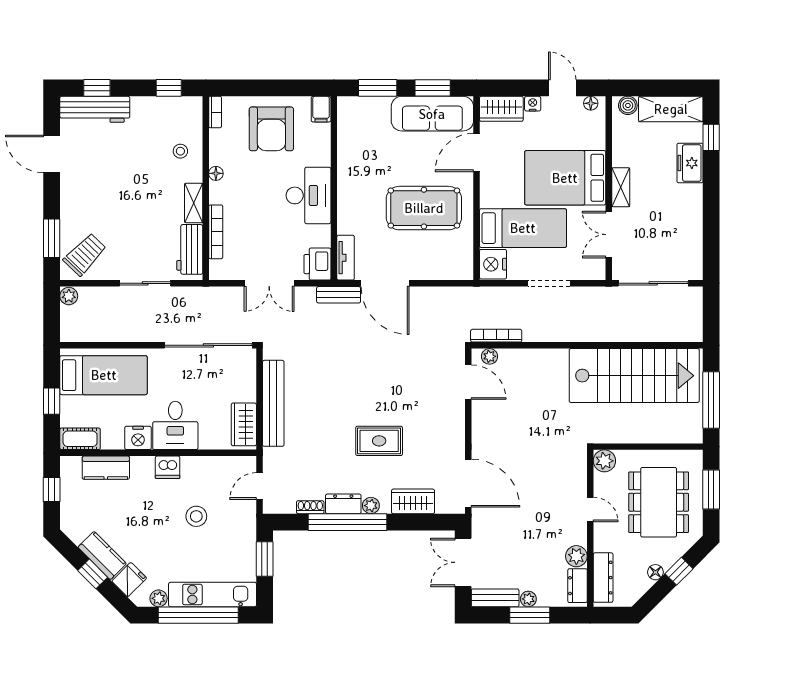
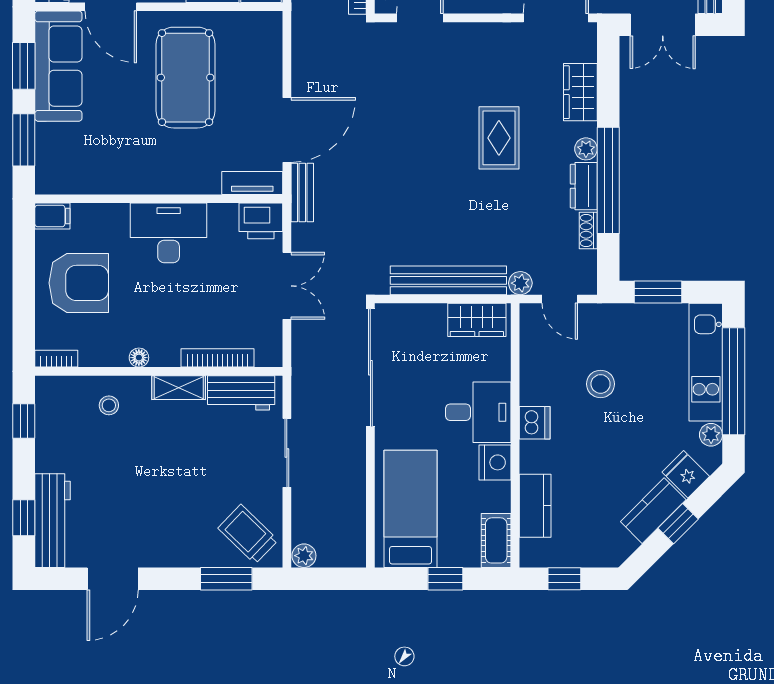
plant: (271, 457) -> (520, 283), added

